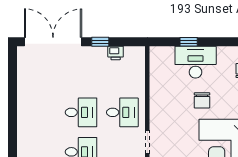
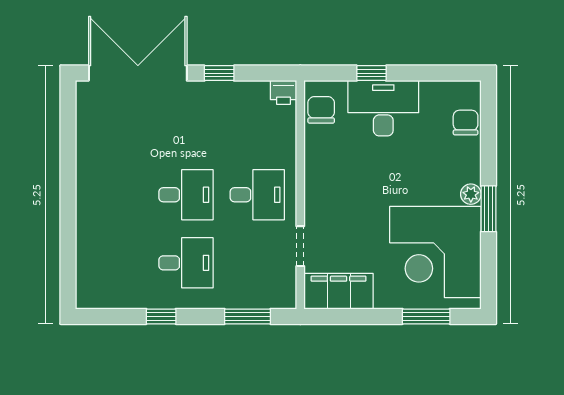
printer: (116, 53) -> (283, 92), moved
chair: (202, 100) -> (321, 110), moved, turned 180

